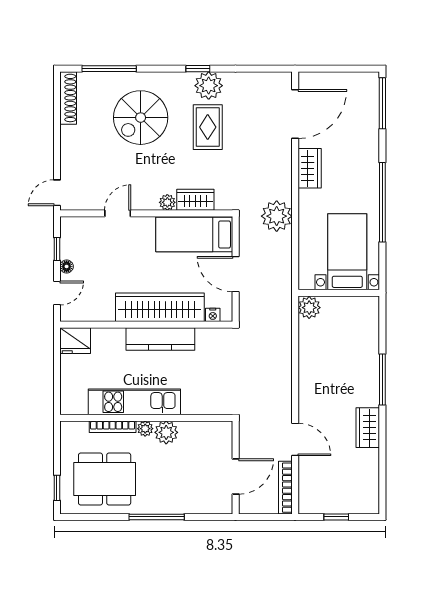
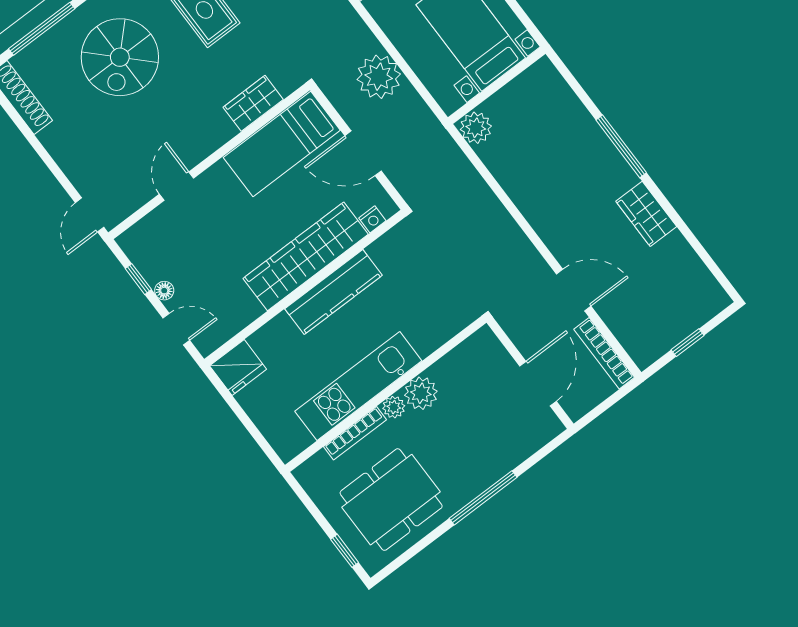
plant: (167, 202) -> (224, 131), removed
plant: (277, 216) -> (379, 77), moved
door: (57, 293) -> (176, 329), hinge flipped

